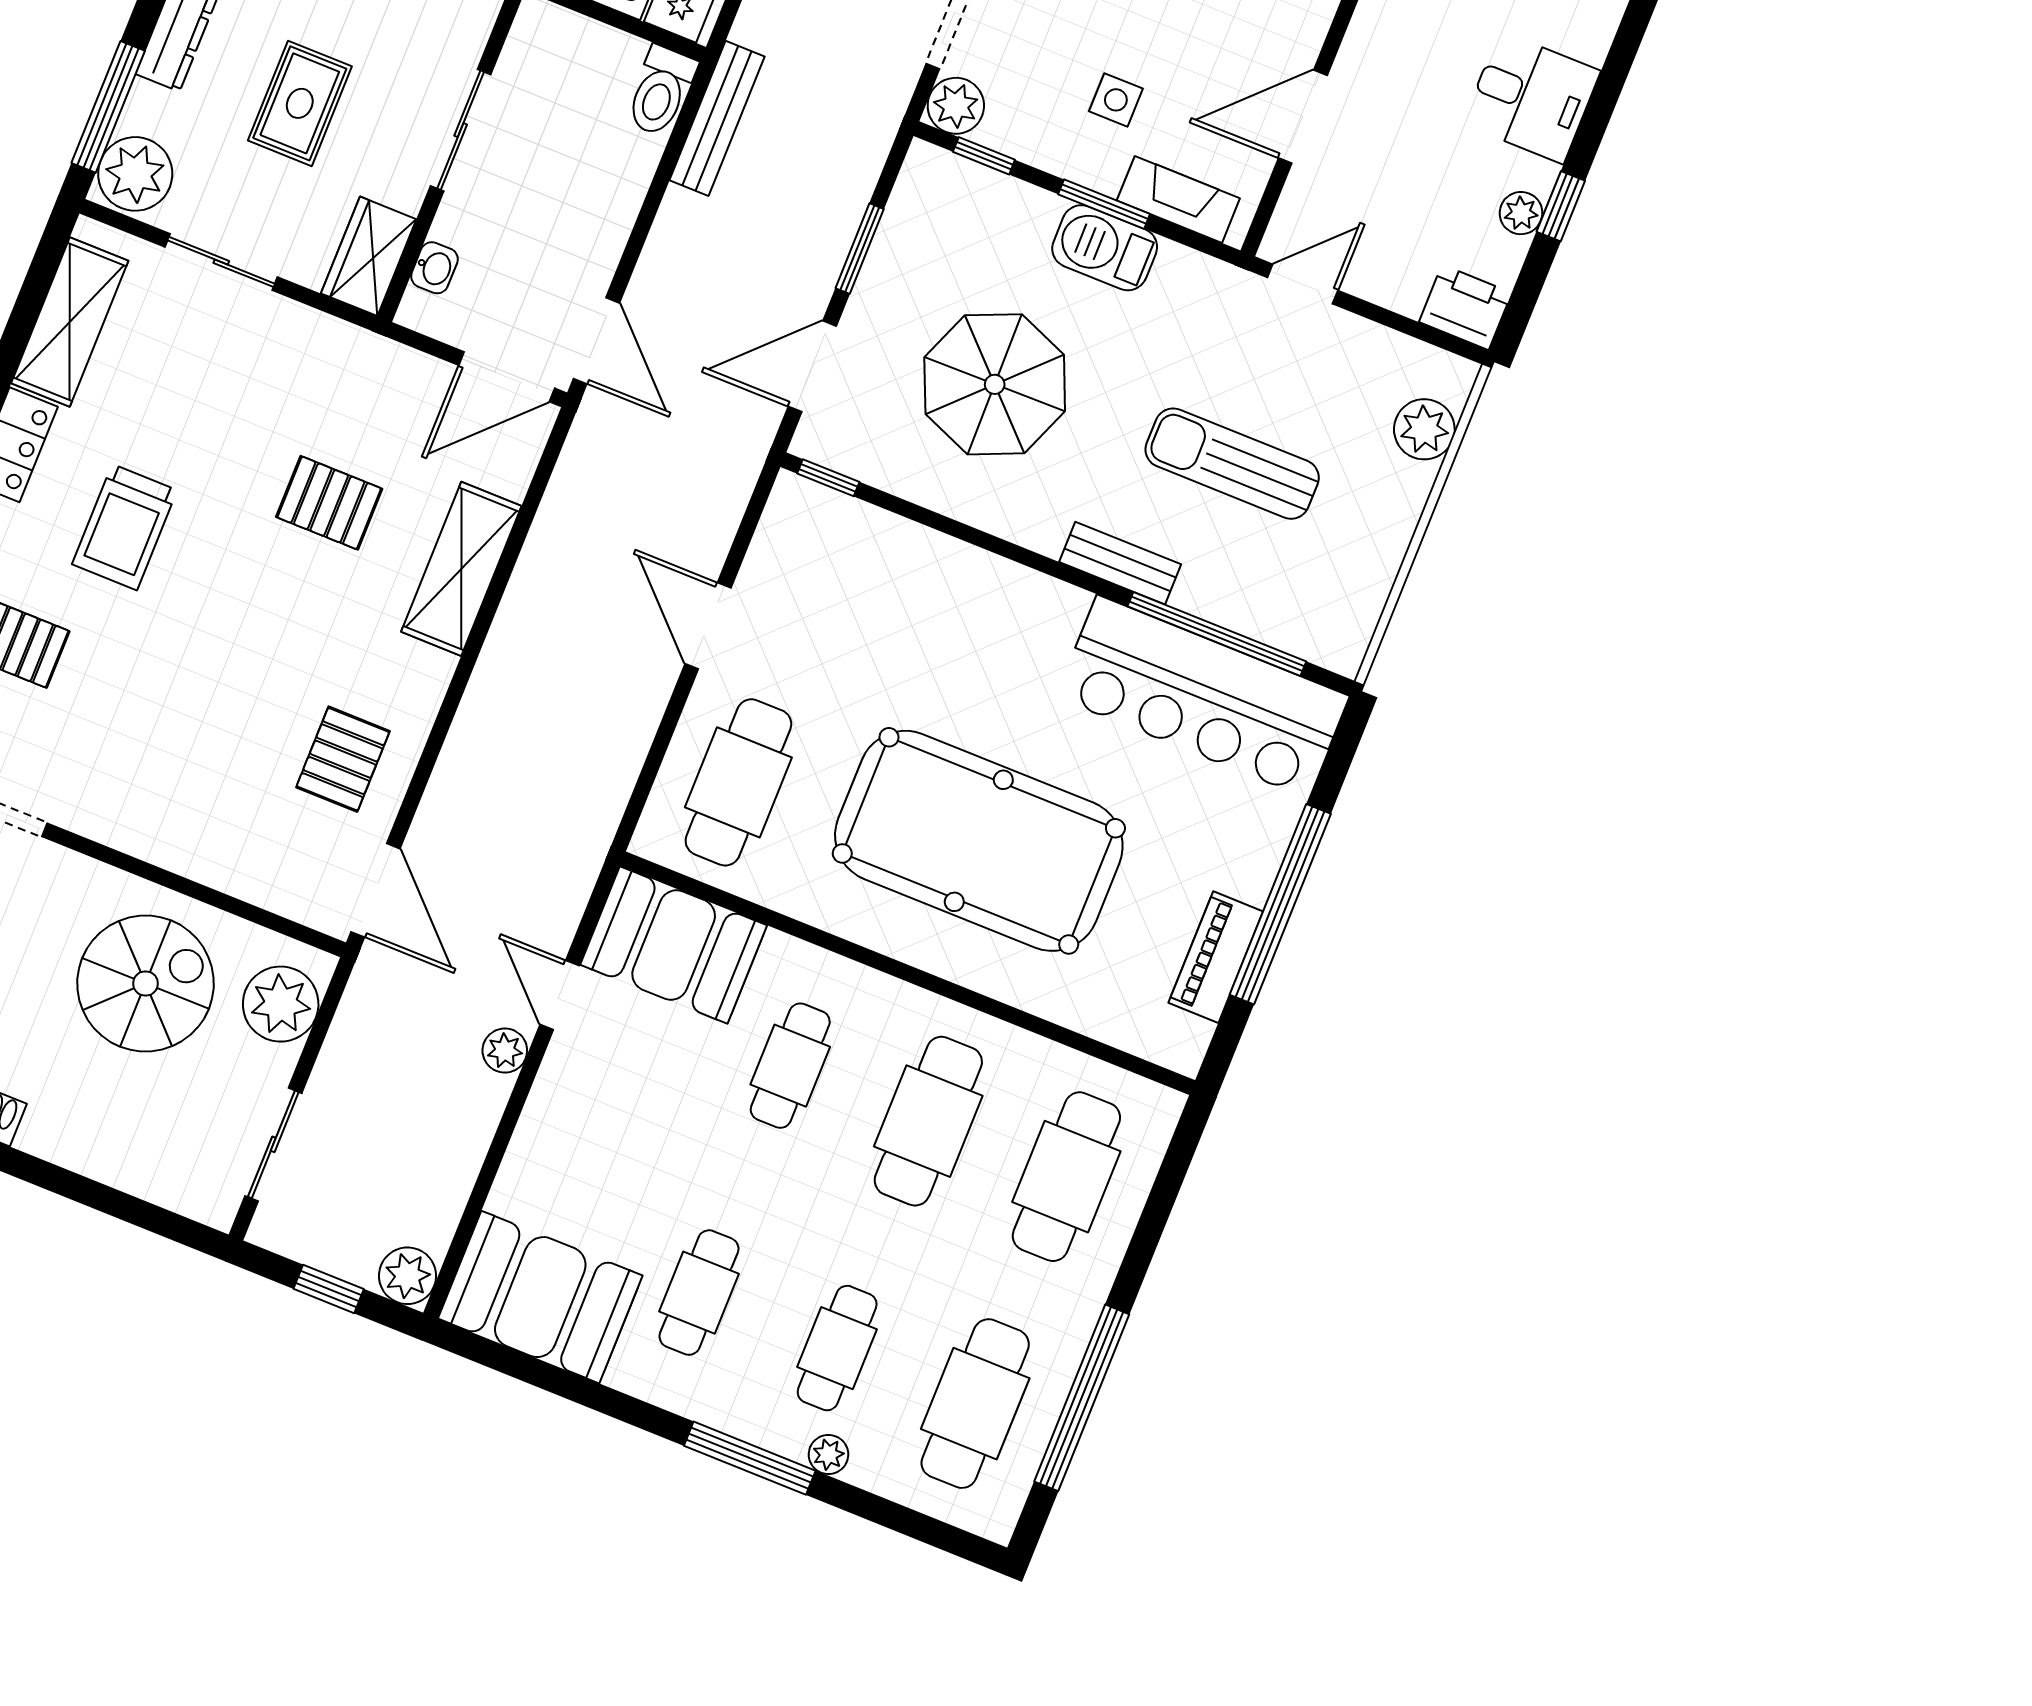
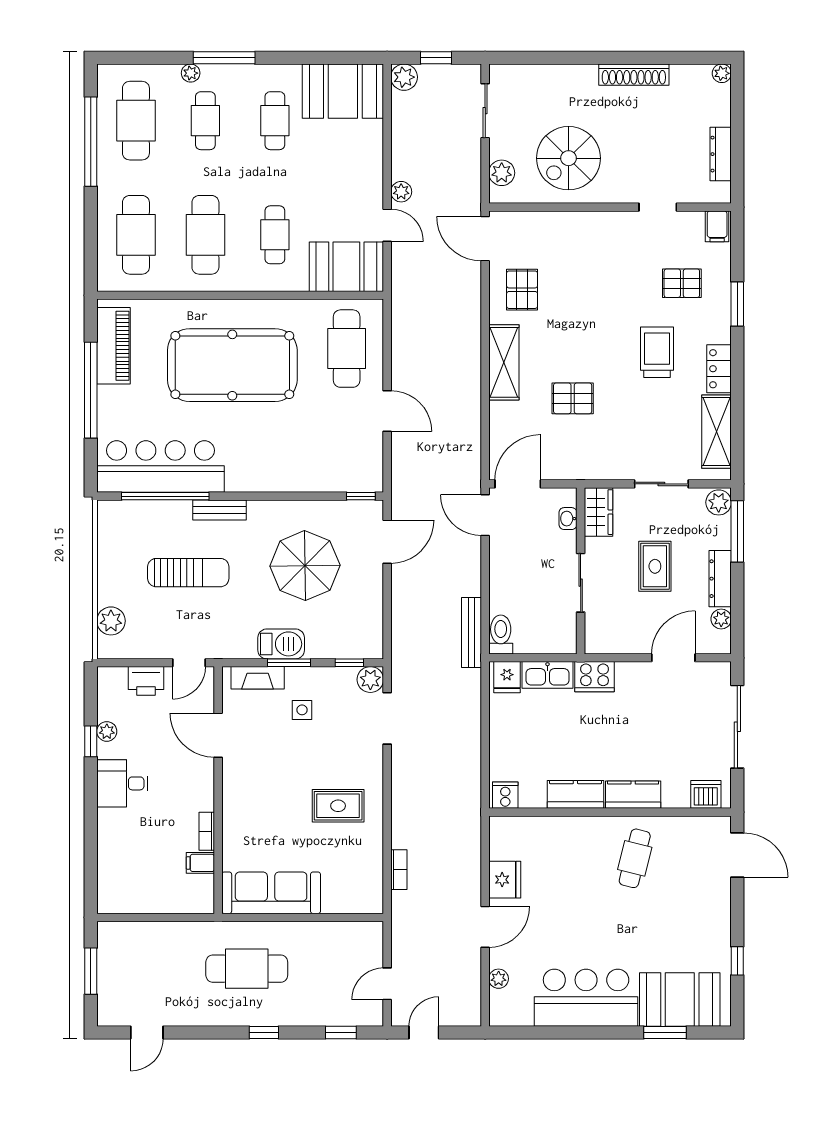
door: (1303, 117) -> (218, 735), swing flipped
plant: (135, 174) -> (719, 502), width x0.73, depth x0.73
window: (860, 249) -> (387, 601), removed
printer: (1465, 307) -> (146, 681), moved
shelving: (461, 569) -> (504, 362), moved
piano: (1216, 957) -> (114, 346), width x1.37, depth x1.33
plant: (281, 1004) -> (502, 173), width x0.73, depth x0.73

